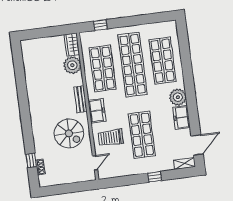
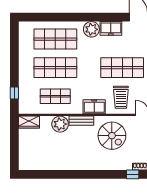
plant: (72, 65) -> (60, 124), moved
shop shelf: (133, 65) -> (55, 68), width x0.71
shop shelf: (103, 69) -> (55, 96), width x0.70, depth x0.74
spiral stairs: (69, 133) -> (112, 136), turned 90

